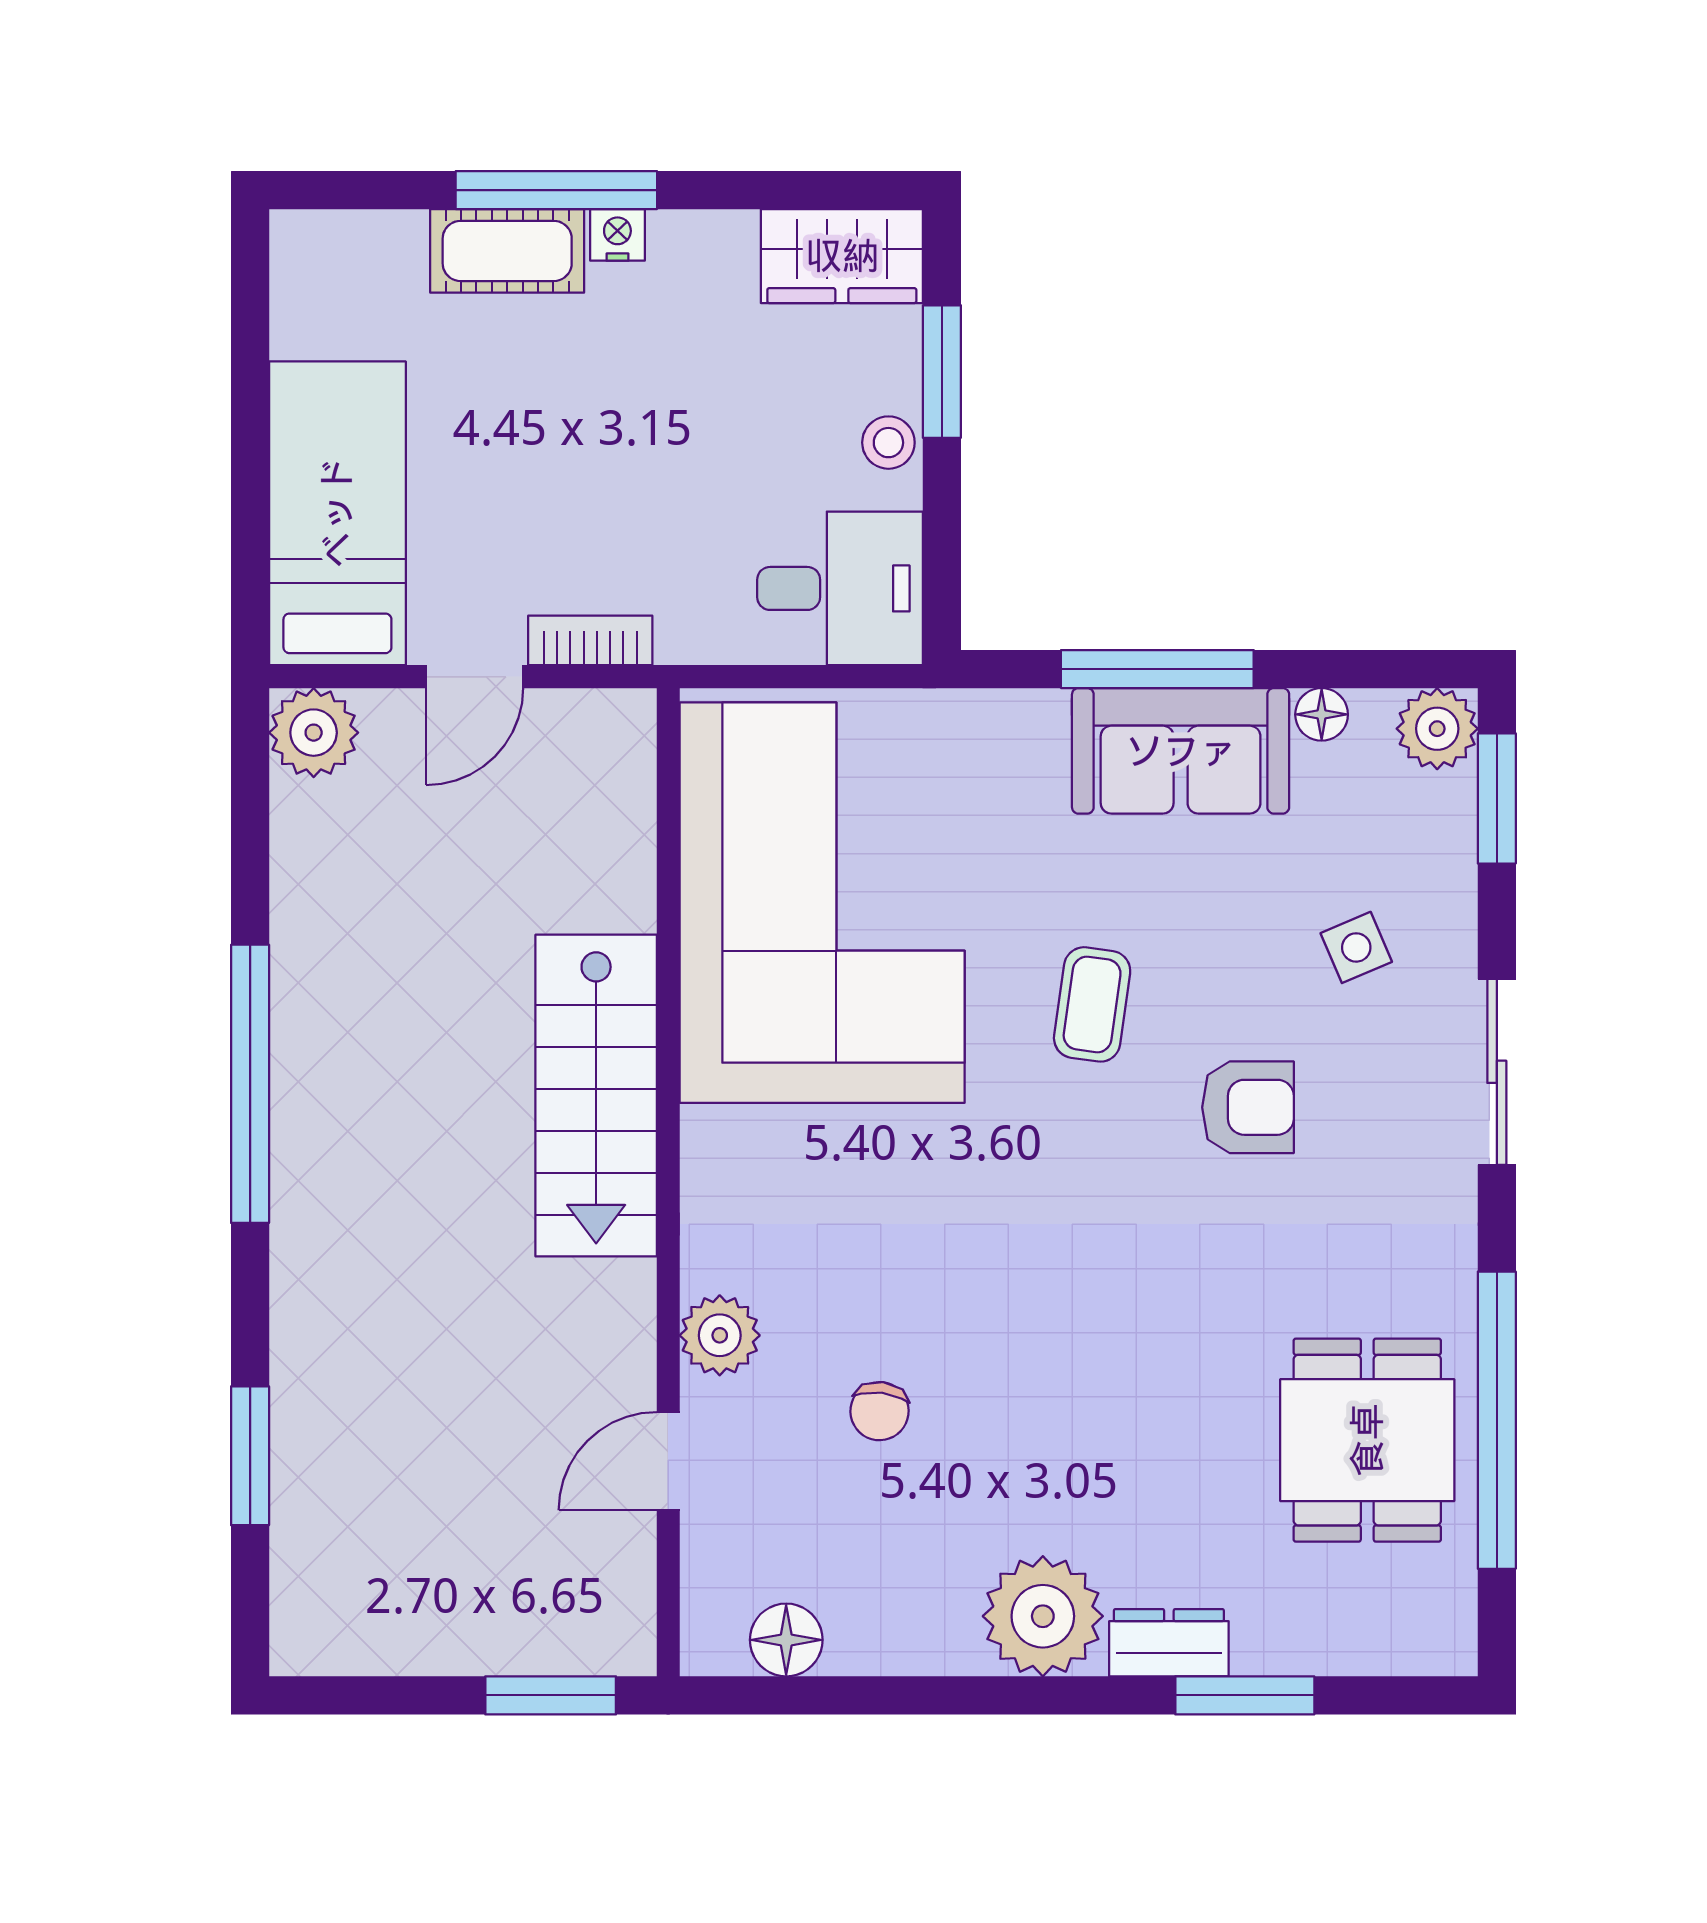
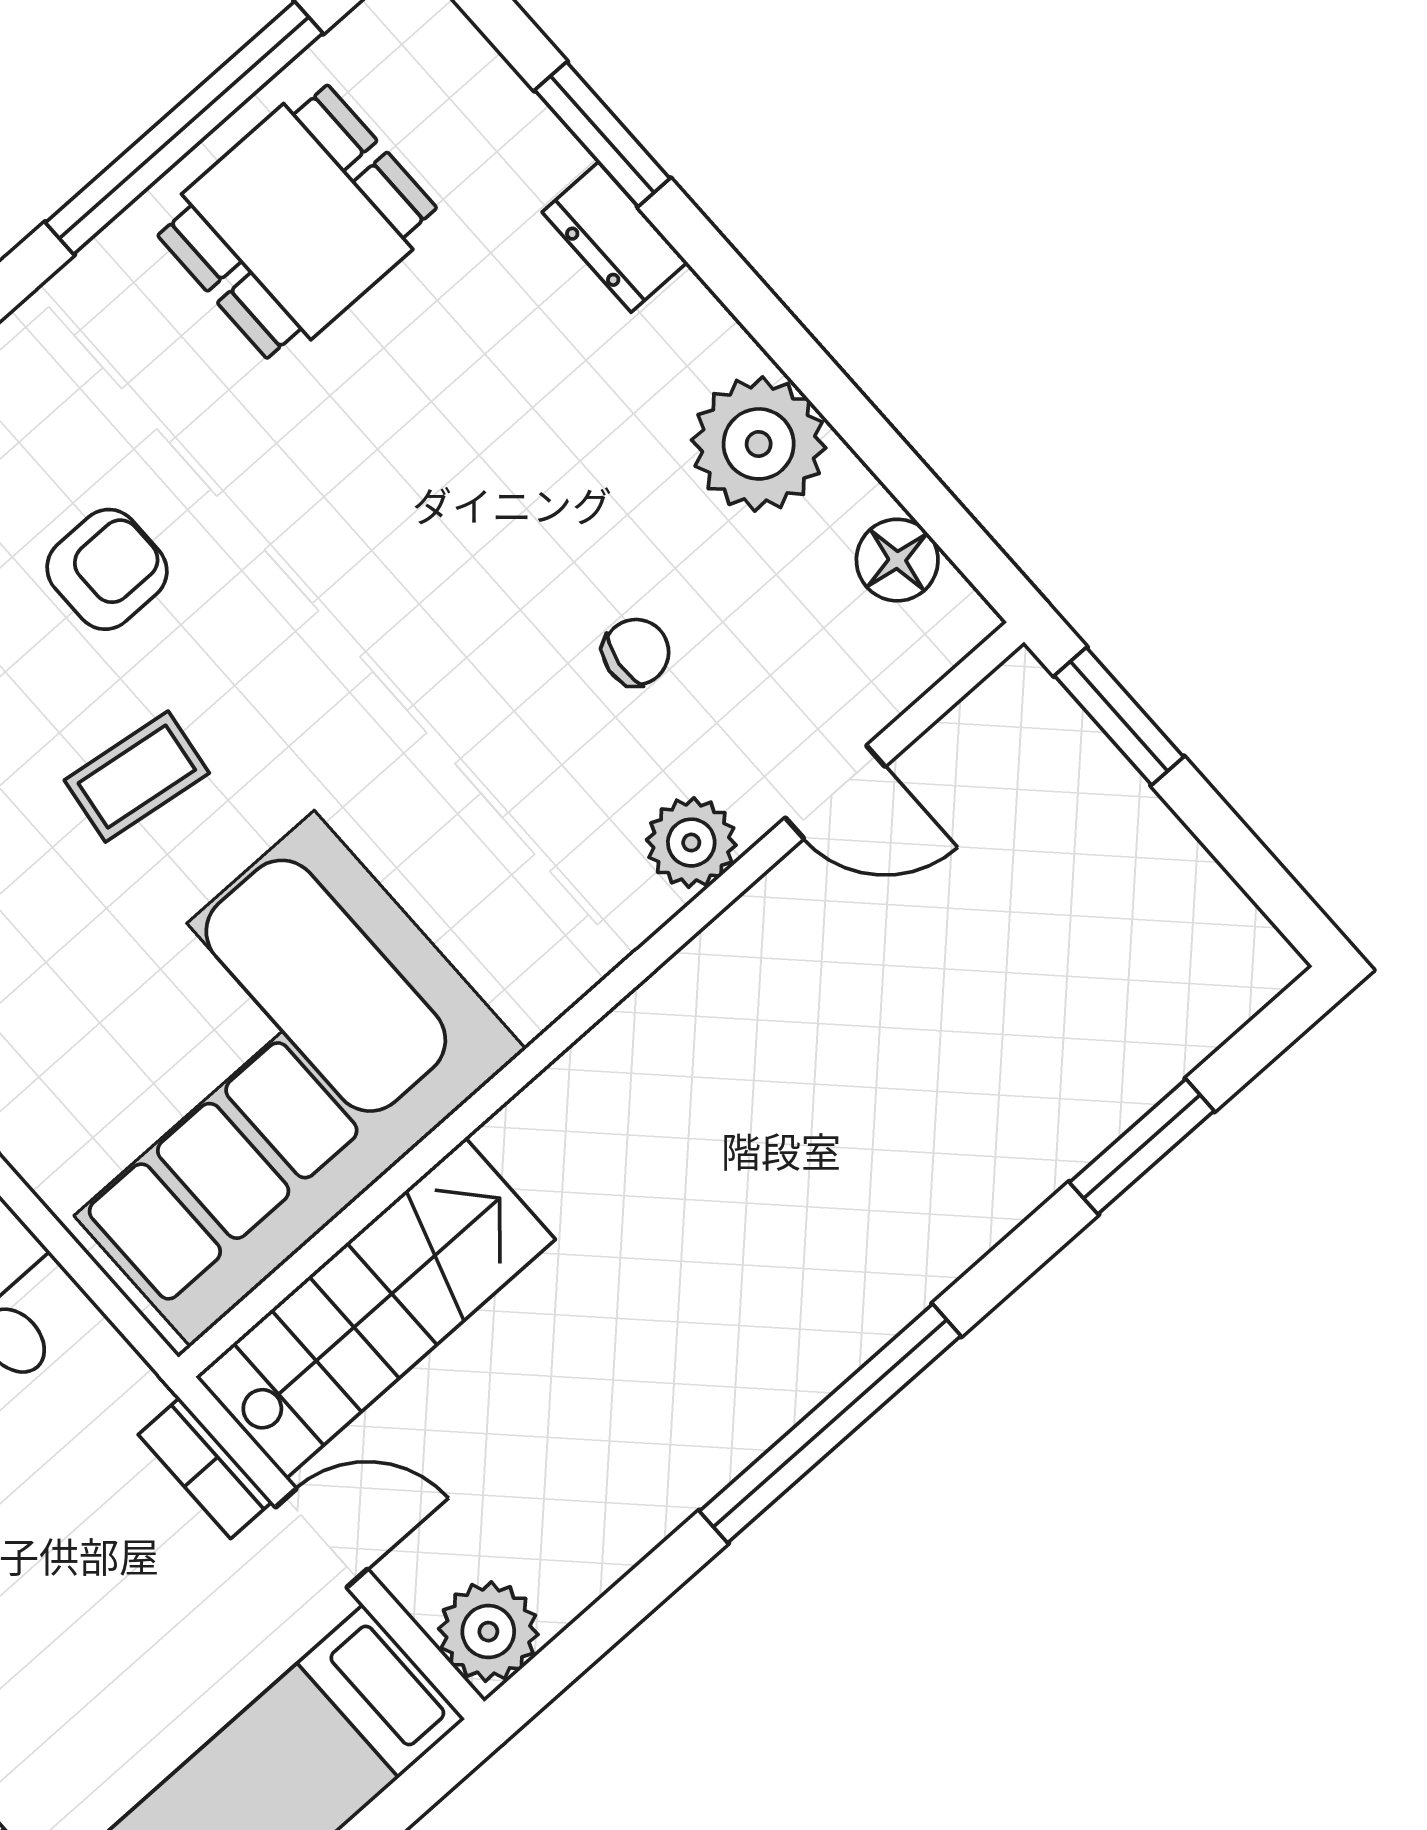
stairs: (596, 1096) -> (376, 1308), moved
armchair: (1248, 1107) -> (107, 569), turned 90
plant: (1043, 1616) -> (759, 444), moved

